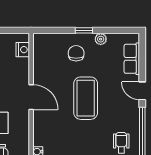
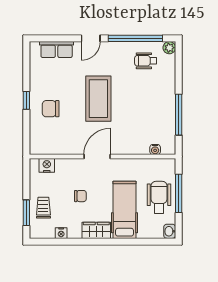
plant: (101, 39) -> (36, 83), removed
coffee table: (86, 98) -> (98, 99), turned 90

